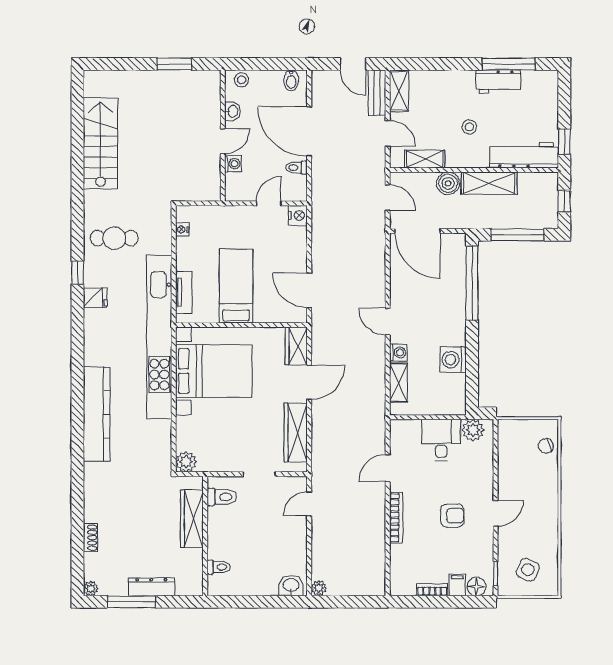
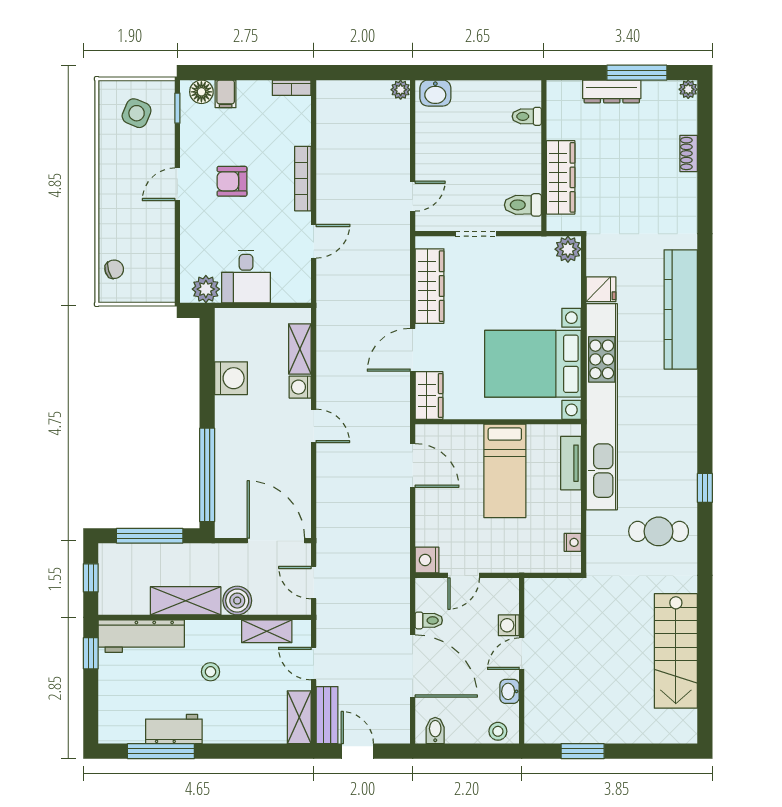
fridge: (95, 298) -> (601, 289), moved, turned 180
bookcase: (432, 590) -> (292, 88), moved

